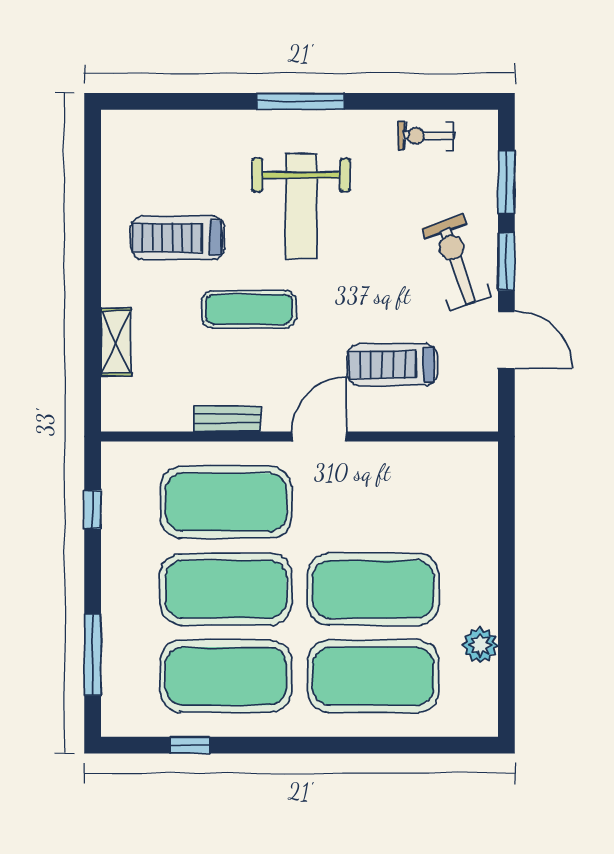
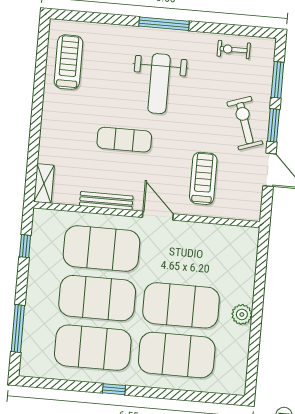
treadmill: (178, 238) -> (68, 62), moved, turned 90
shelving: (116, 342) -> (44, 183), moved
treadmill: (392, 365) -> (203, 178), turned 90
bench: (227, 419) -> (106, 201), width x1.36
door: (319, 436) -> (158, 216), hinge flipped
plant: (480, 645) -> (242, 314), moved
window: (190, 745) -> (114, 389), moved

